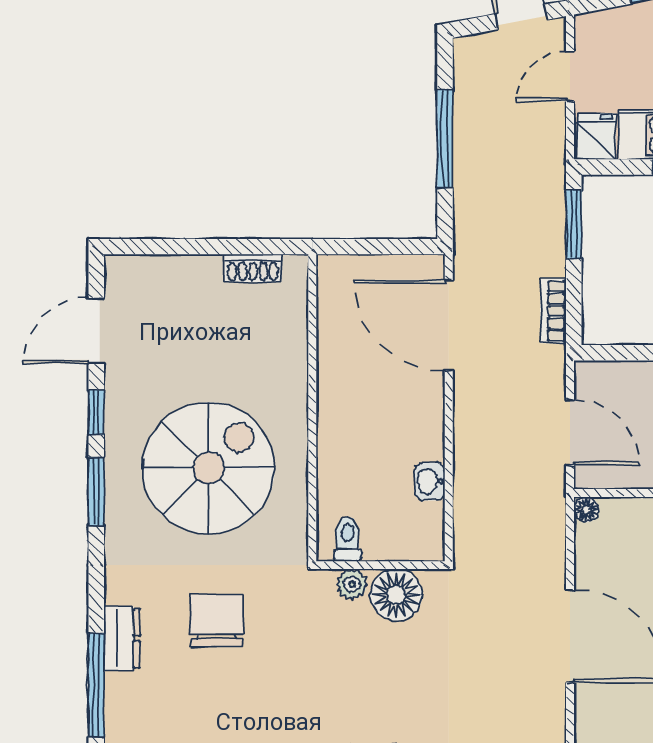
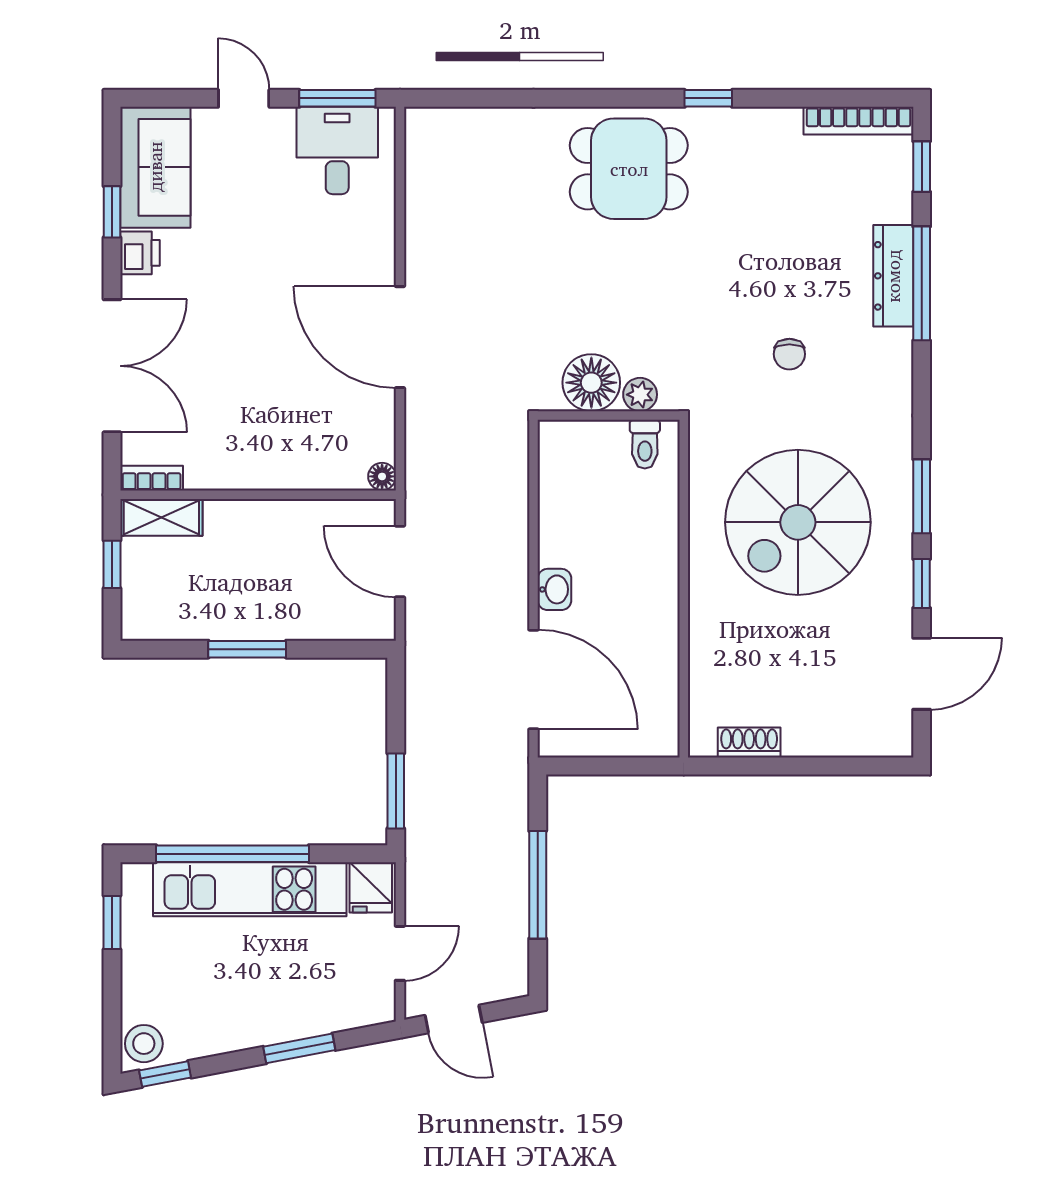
bookcase: (553, 311) -> (418, 695), removed
washbasin: (430, 481) -> (554, 589), moved
chair: (216, 621) -> (789, 354), width x0.54, depth x0.54
dresser: (122, 638) -> (893, 276), moved, width x1.44

